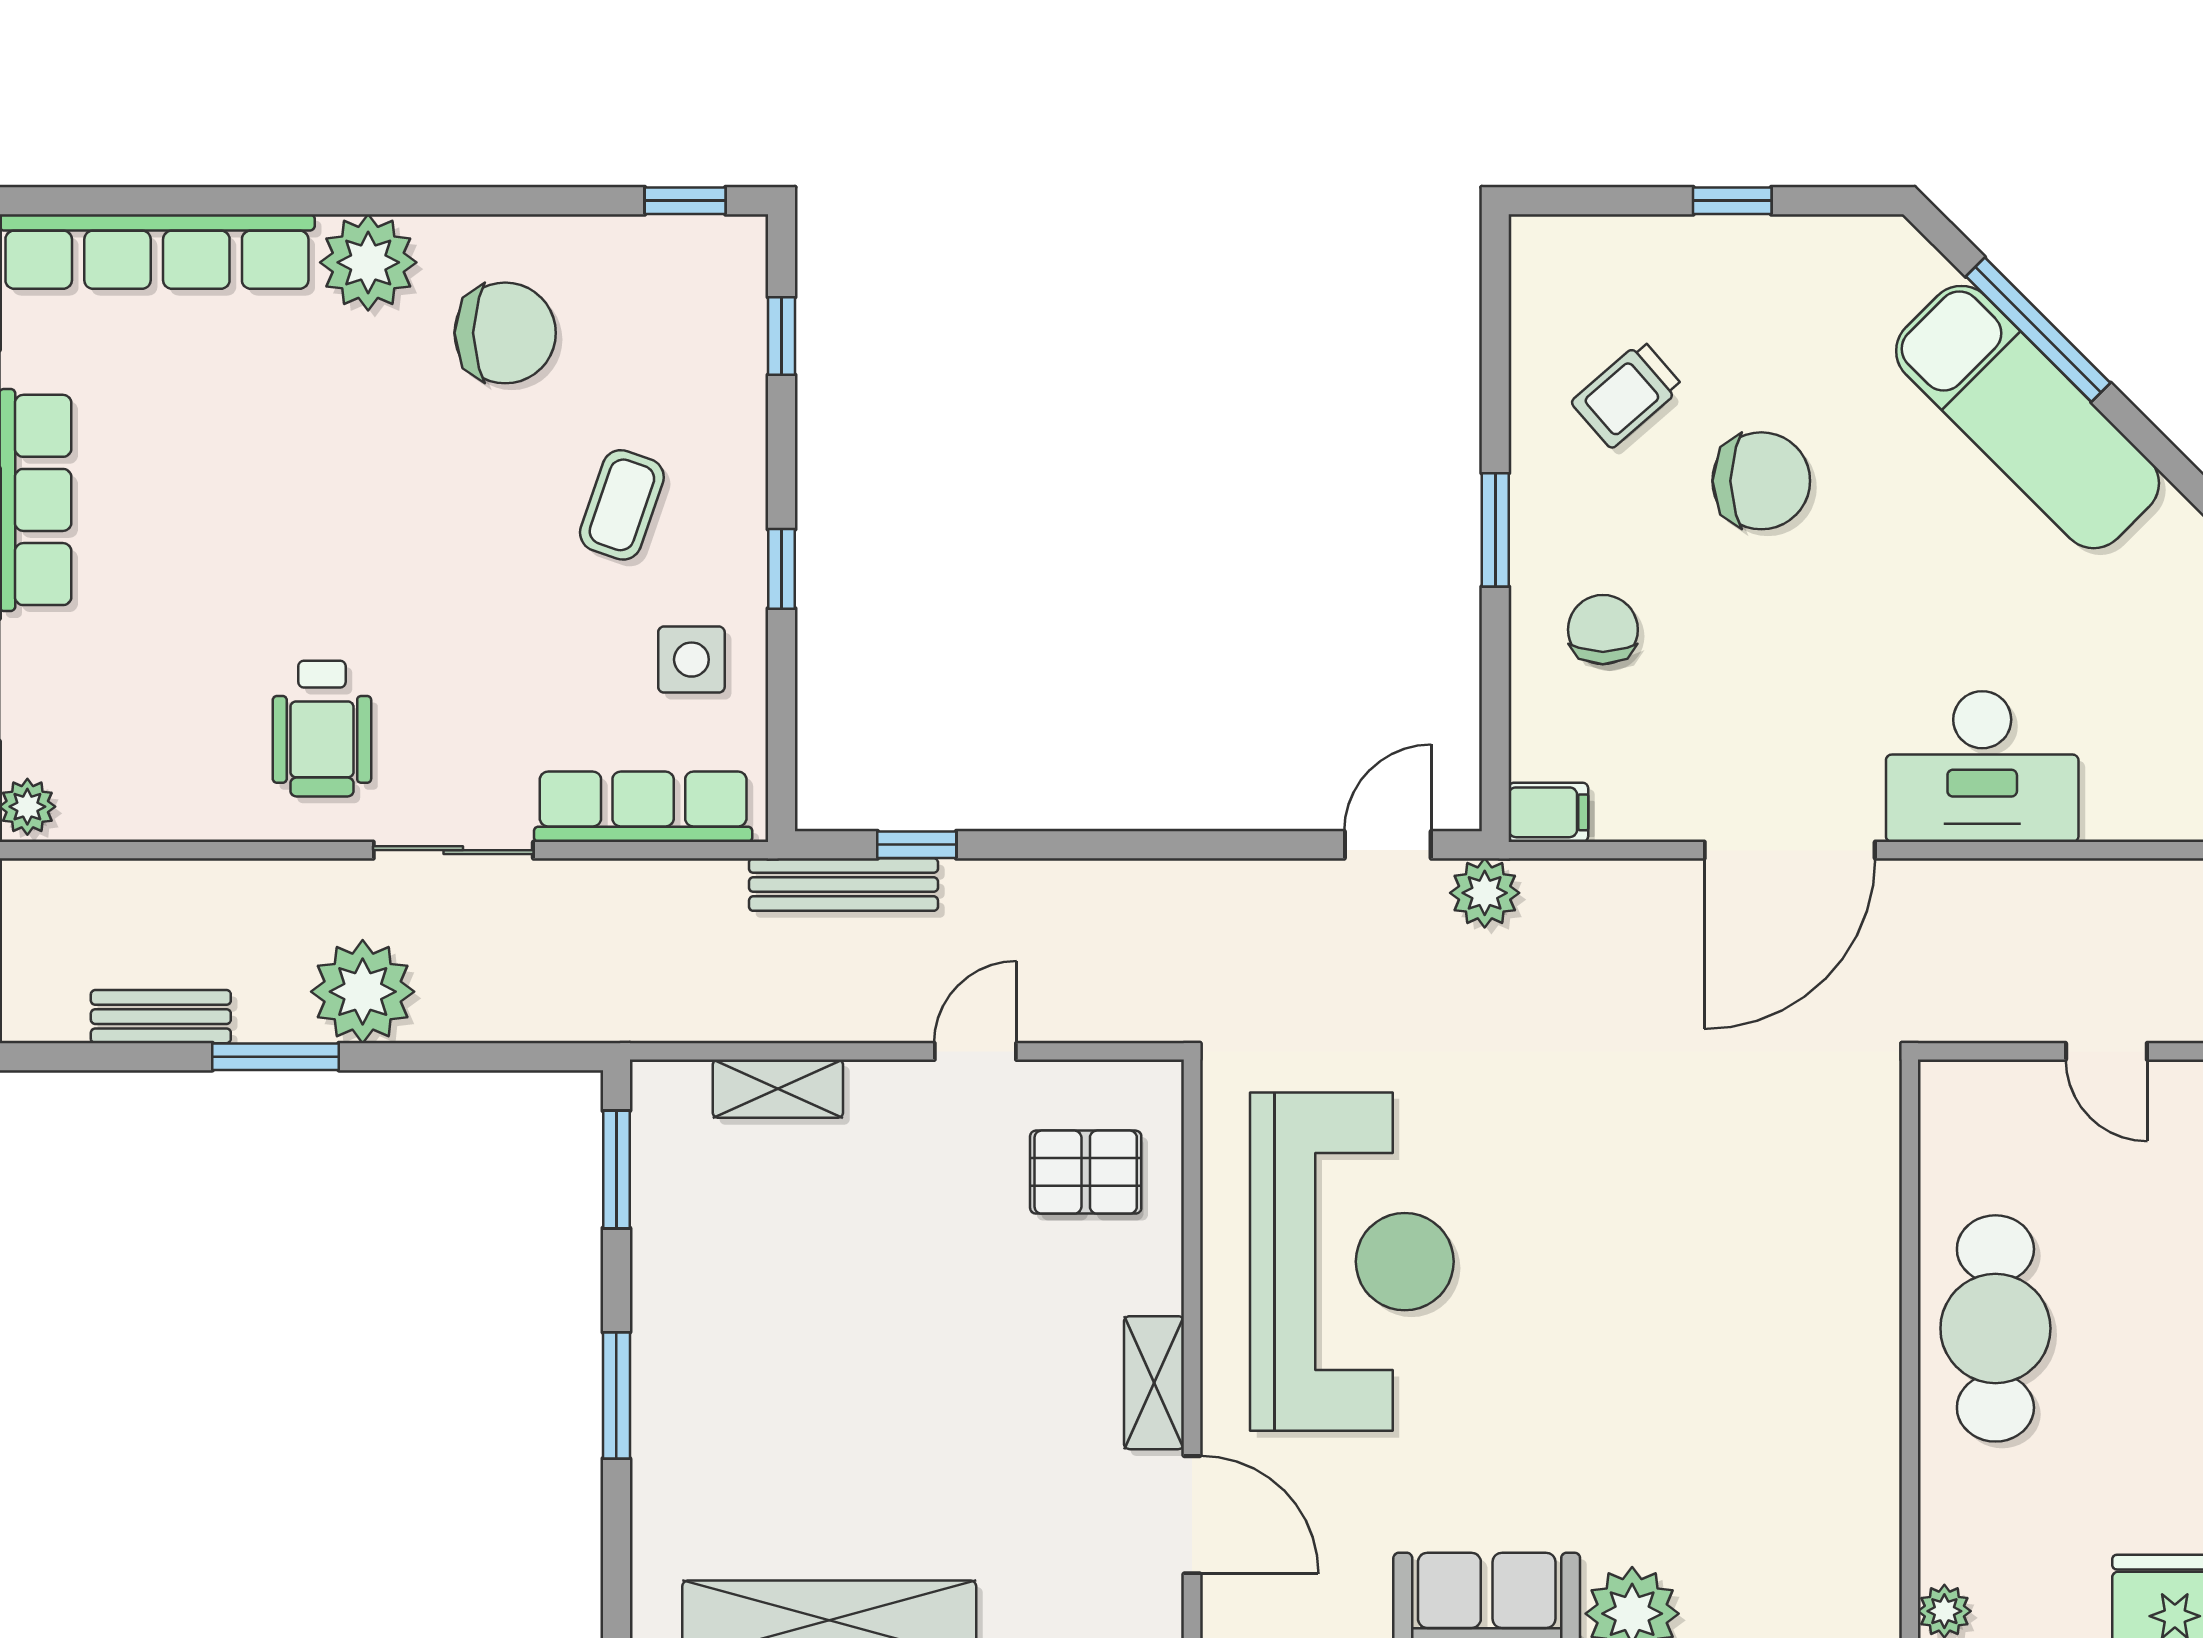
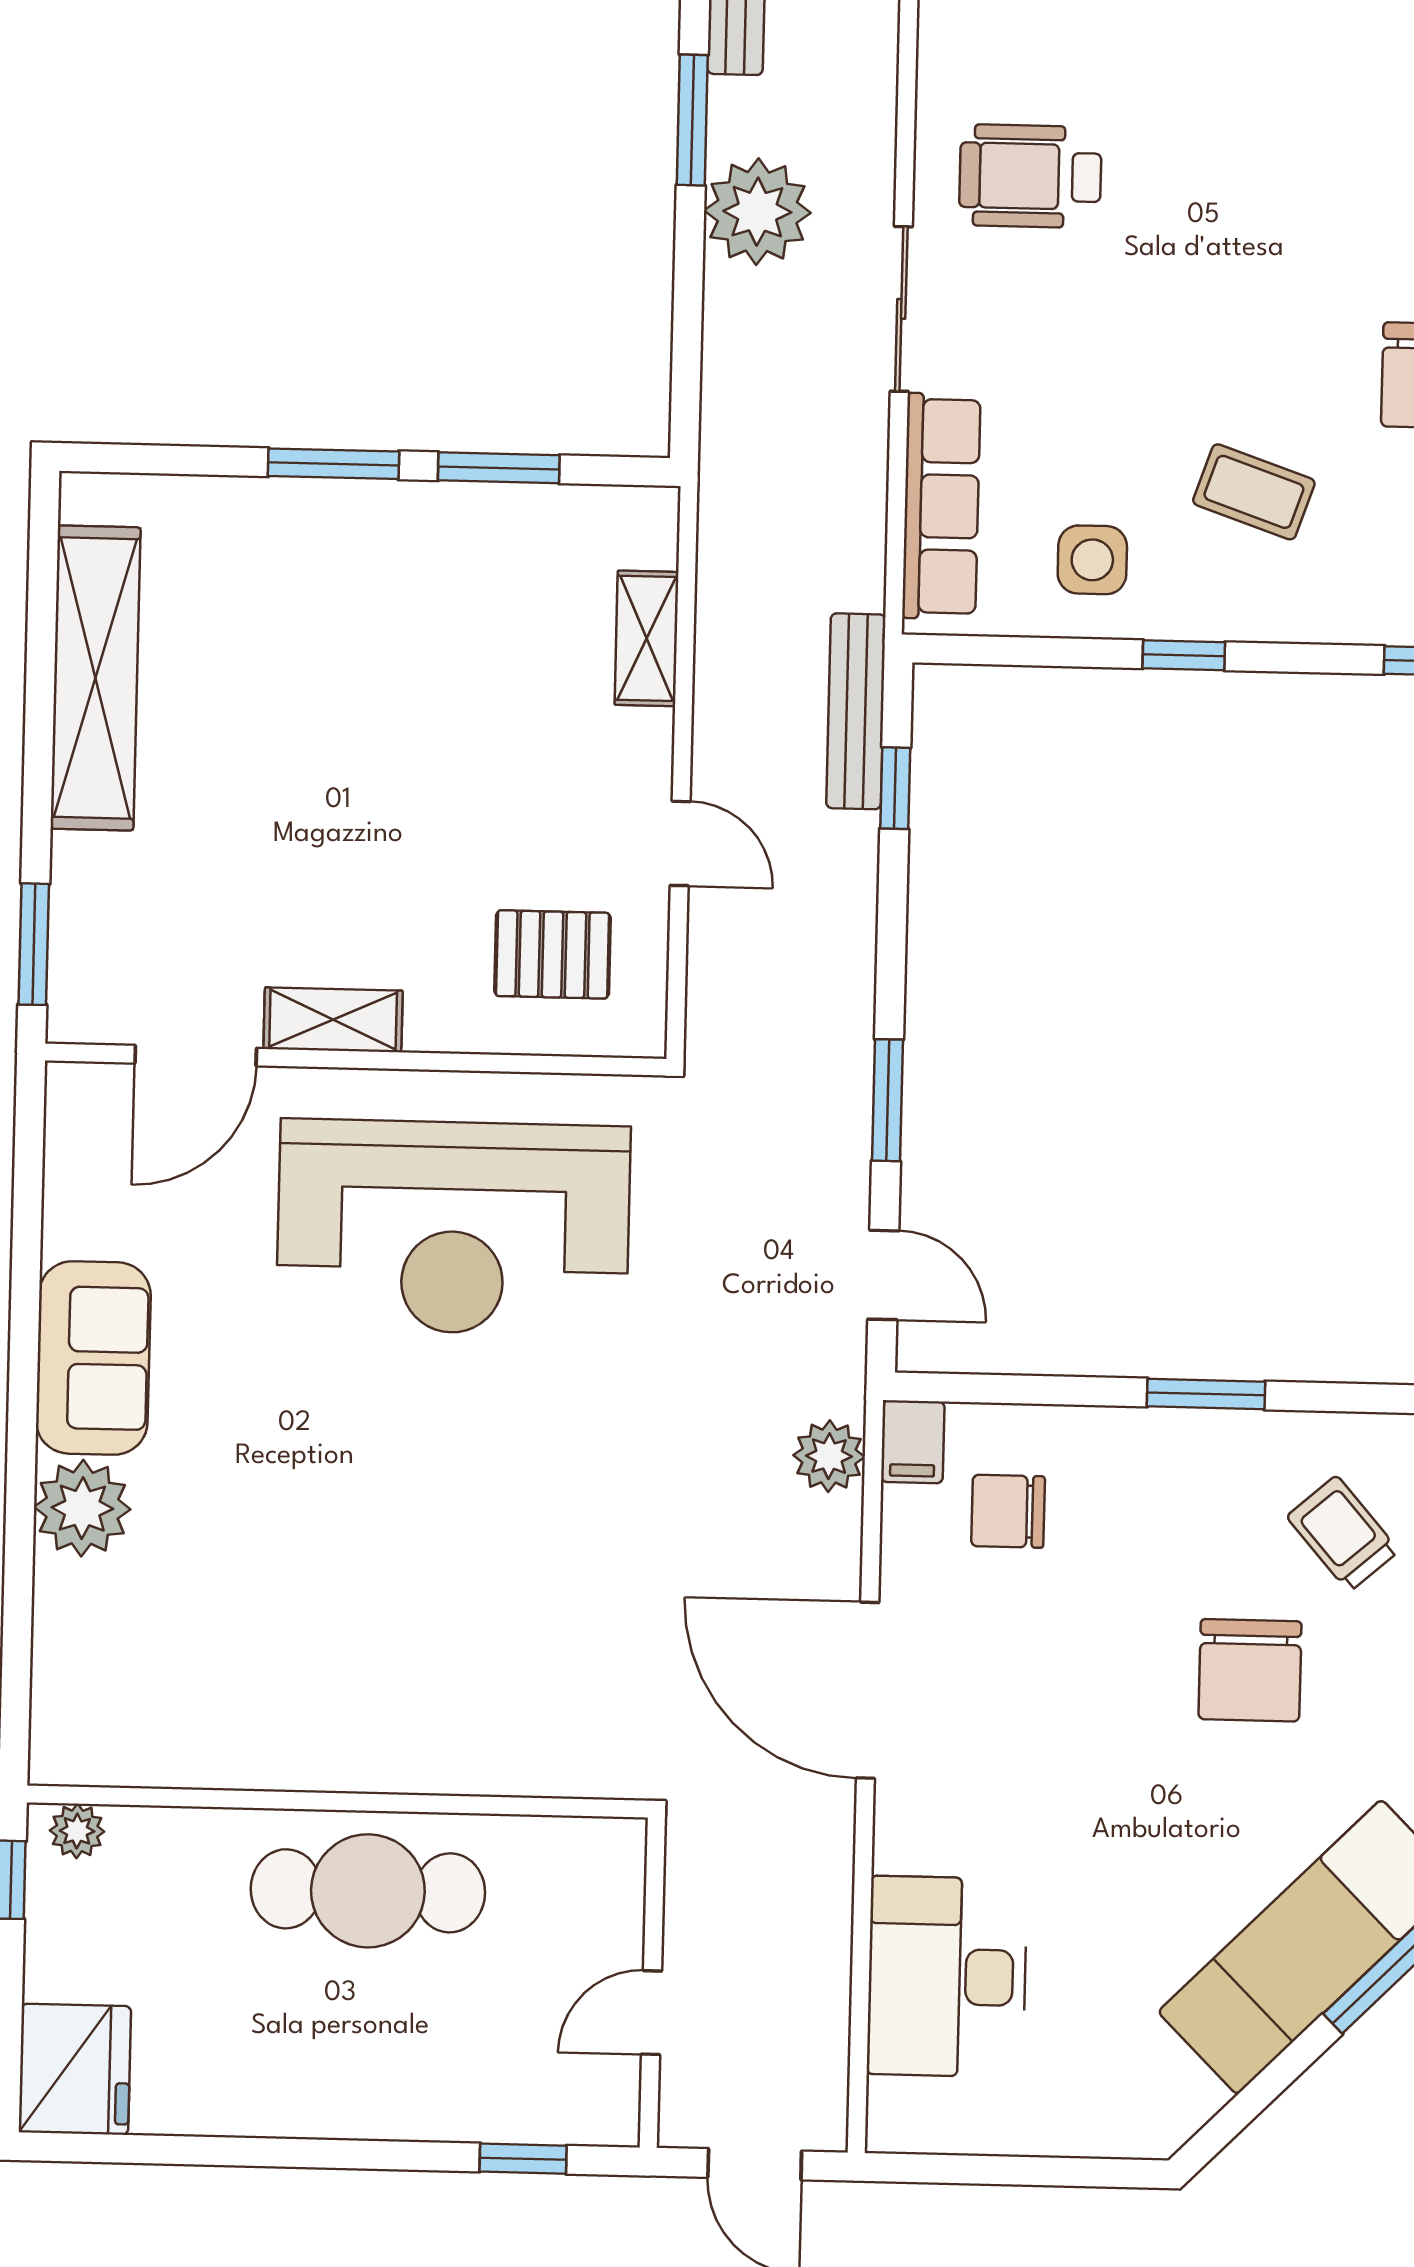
chair: (1603, 630) -> (1008, 1511), moved, turned 180
desk: (1982, 767) -> (947, 1977), moved
window: (1219, 845) -> (888, 1100), added
plant: (1485, 893) -> (829, 1456), moved
window: (616, 1169) -> (499, 468), moved
pallet: (1086, 1172) -> (553, 954), turned 90

